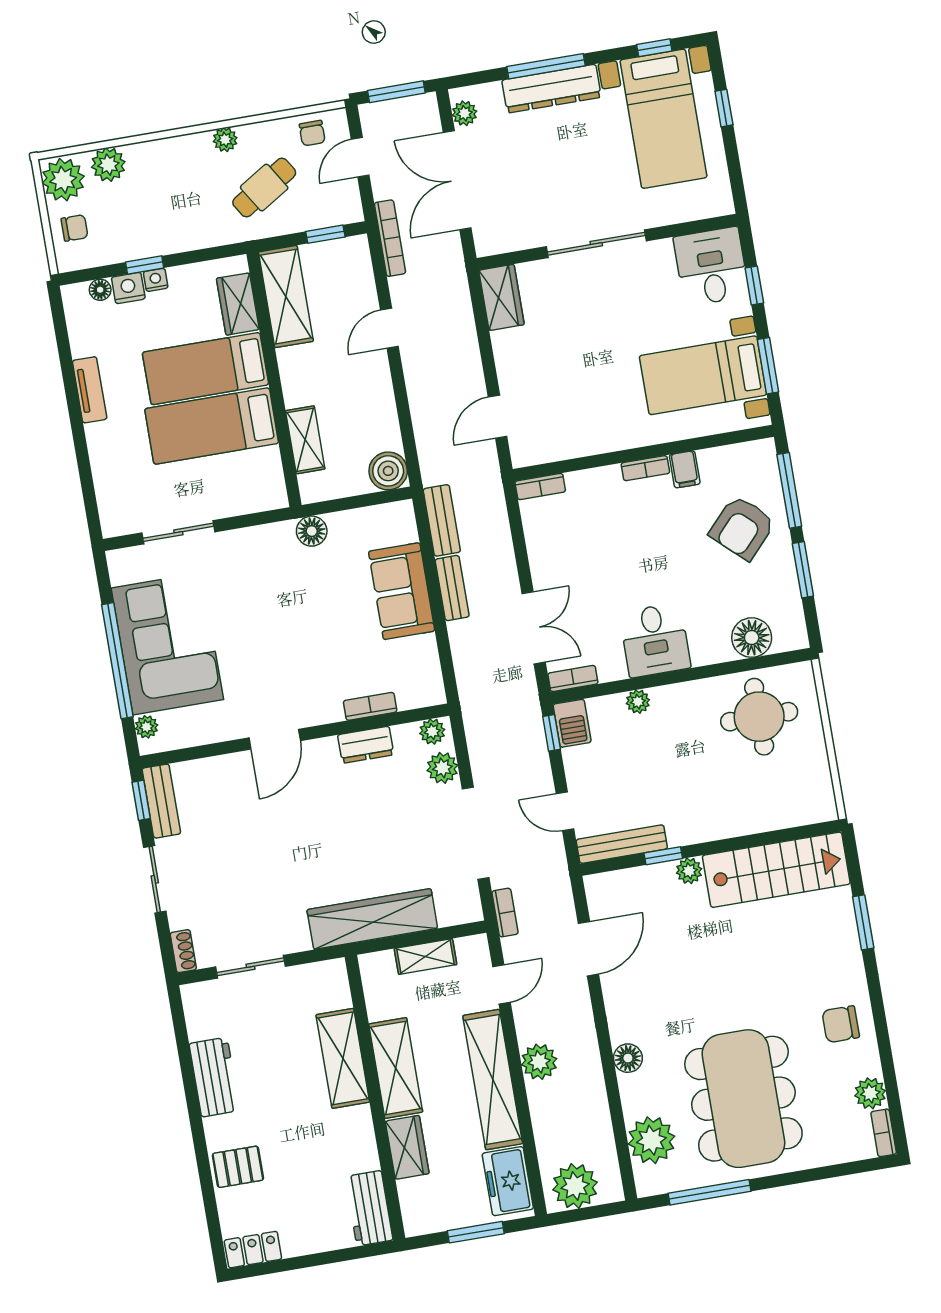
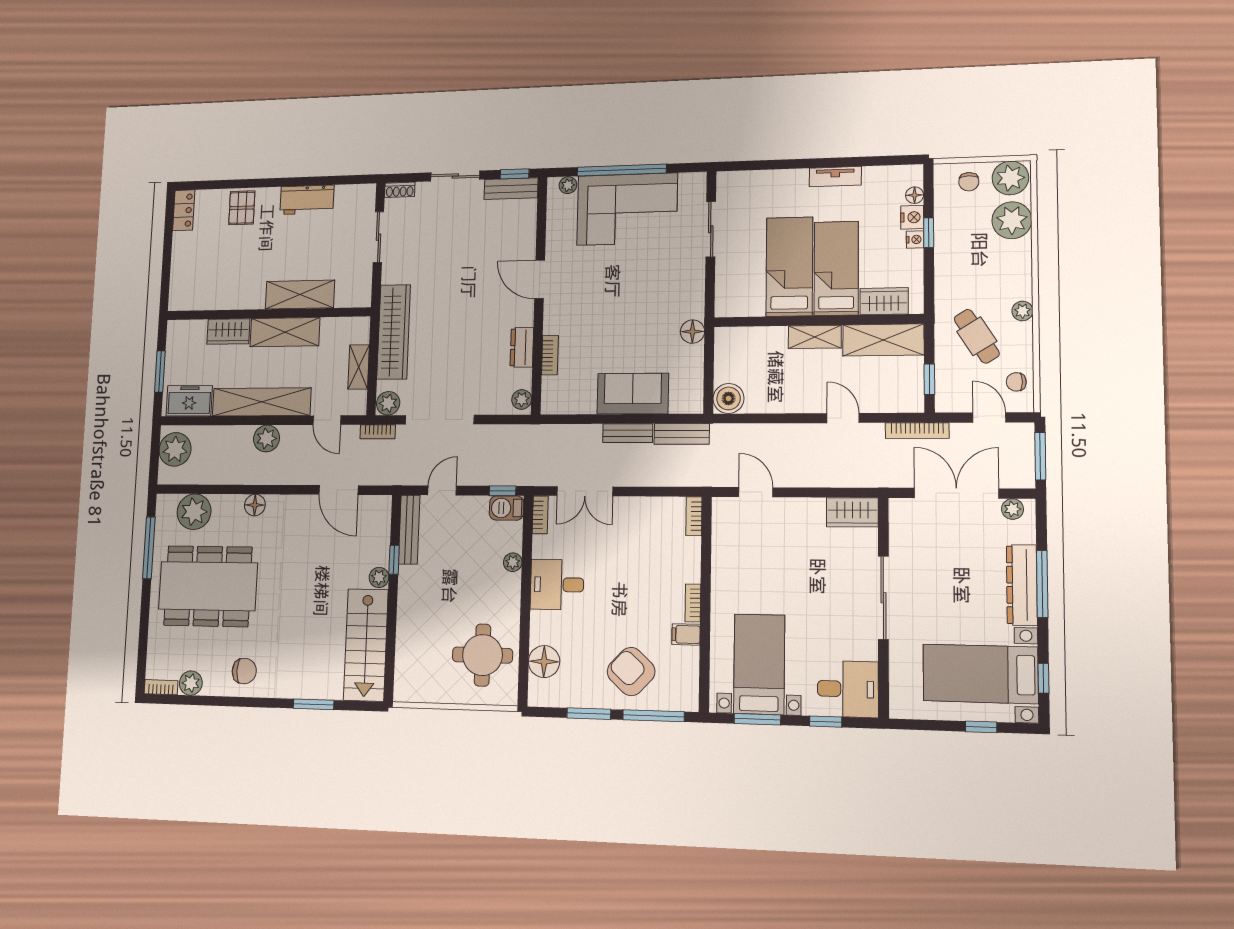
plant: (108, 165) -> (1012, 220), width x1.36, depth x1.36
shelving: (305, 440) -> (815, 337), moved
plant: (442, 768) -> (388, 403), moved
chair: (841, 1024) -> (244, 671), turned 90
workbench: (369, 1208) -> (193, 297), removed

